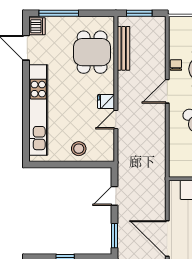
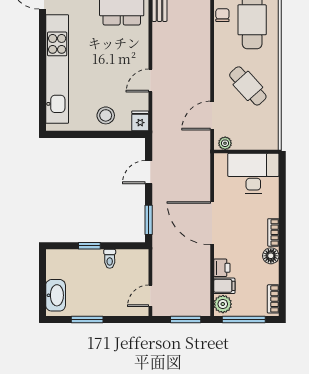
door: (167, 91) -> (212, 116), moved
fridge: (106, 102) -> (140, 121), moved, turned 90
plant: (178, 172) -> (225, 143), added

